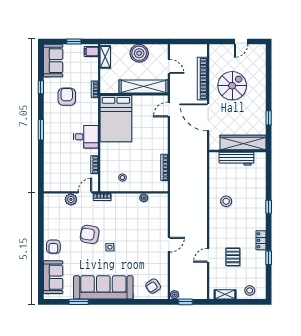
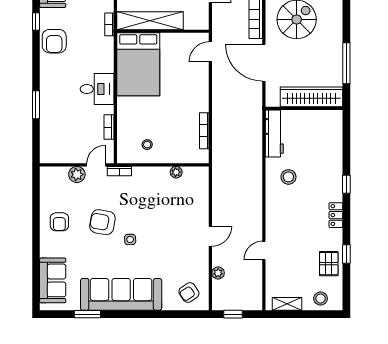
shelving: (143, 87) -> (150, 21), moved
armchair: (67, 97) -> (54, 41), moved, turned 180
window: (269, 118) -> (346, 63), width x2.17
window: (41, 130) -> (36, 105), moved
workbench: (236, 159) -> (274, 134), moved, turned -90
locker: (261, 240) -> (336, 215), moved
armchair: (53, 247) -> (59, 222), moved
pallet: (233, 257) -> (329, 264), moved
plant: (174, 295) -> (218, 273), moved

